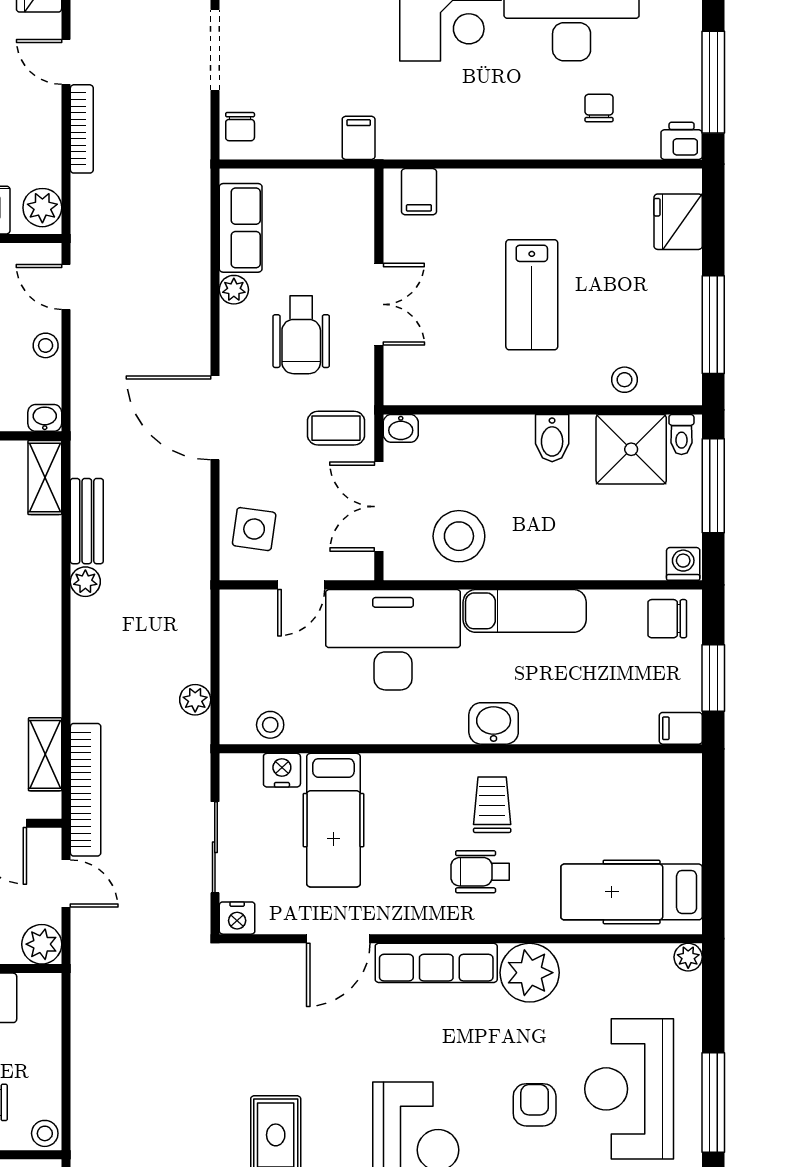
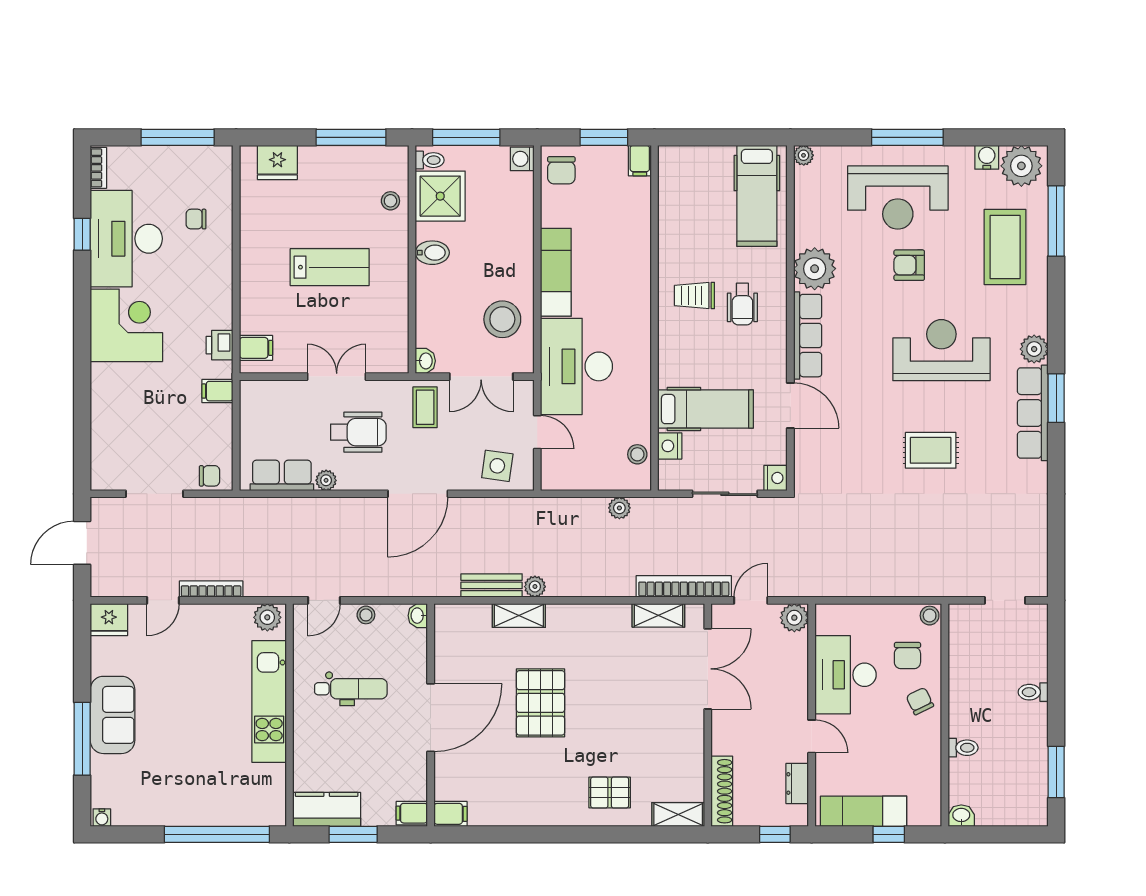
printer: (682, 141) -> (220, 345), moved
shelving: (45, 477) -> (519, 615), moved
washbasin: (494, 723) -> (636, 295), removed

